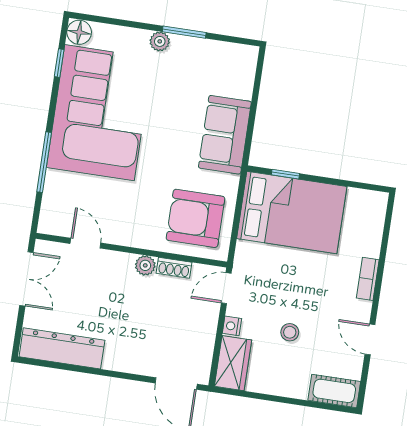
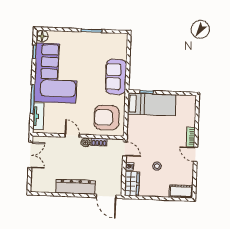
plant: (160, 41) -> (80, 36), removed
tv unit: (52, 199) -> (38, 116), added
bed: (292, 213) -> (152, 104), width x0.67
door: (85, 243) -> (72, 136), moved
door: (226, 288) -> (125, 149), swing flipped
door: (370, 339) -> (195, 154), moved
dresser: (62, 348) -> (76, 187), moved

